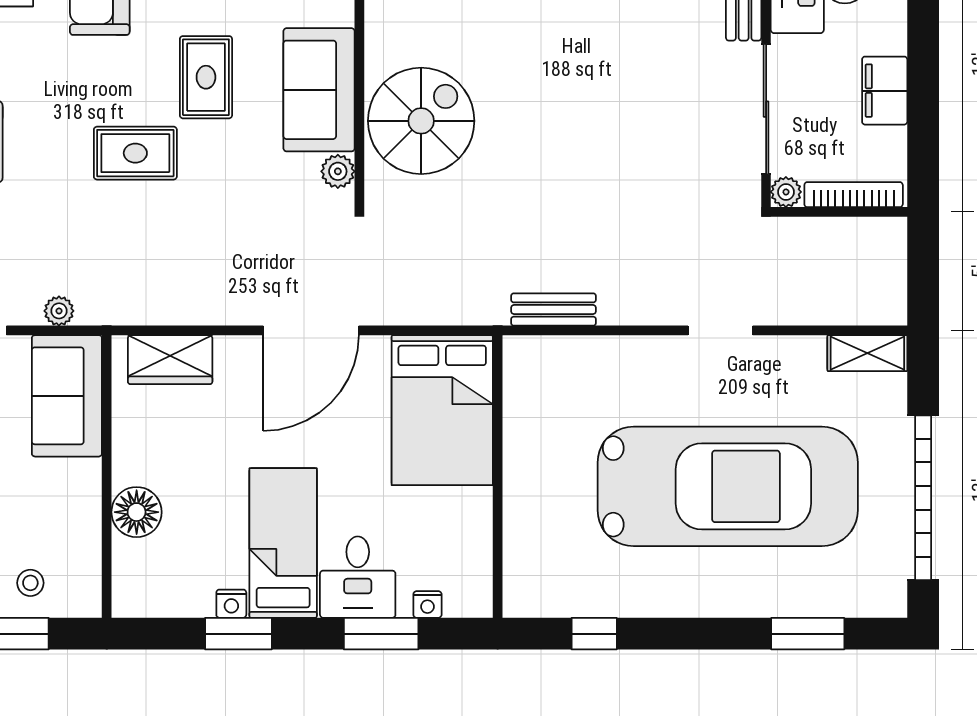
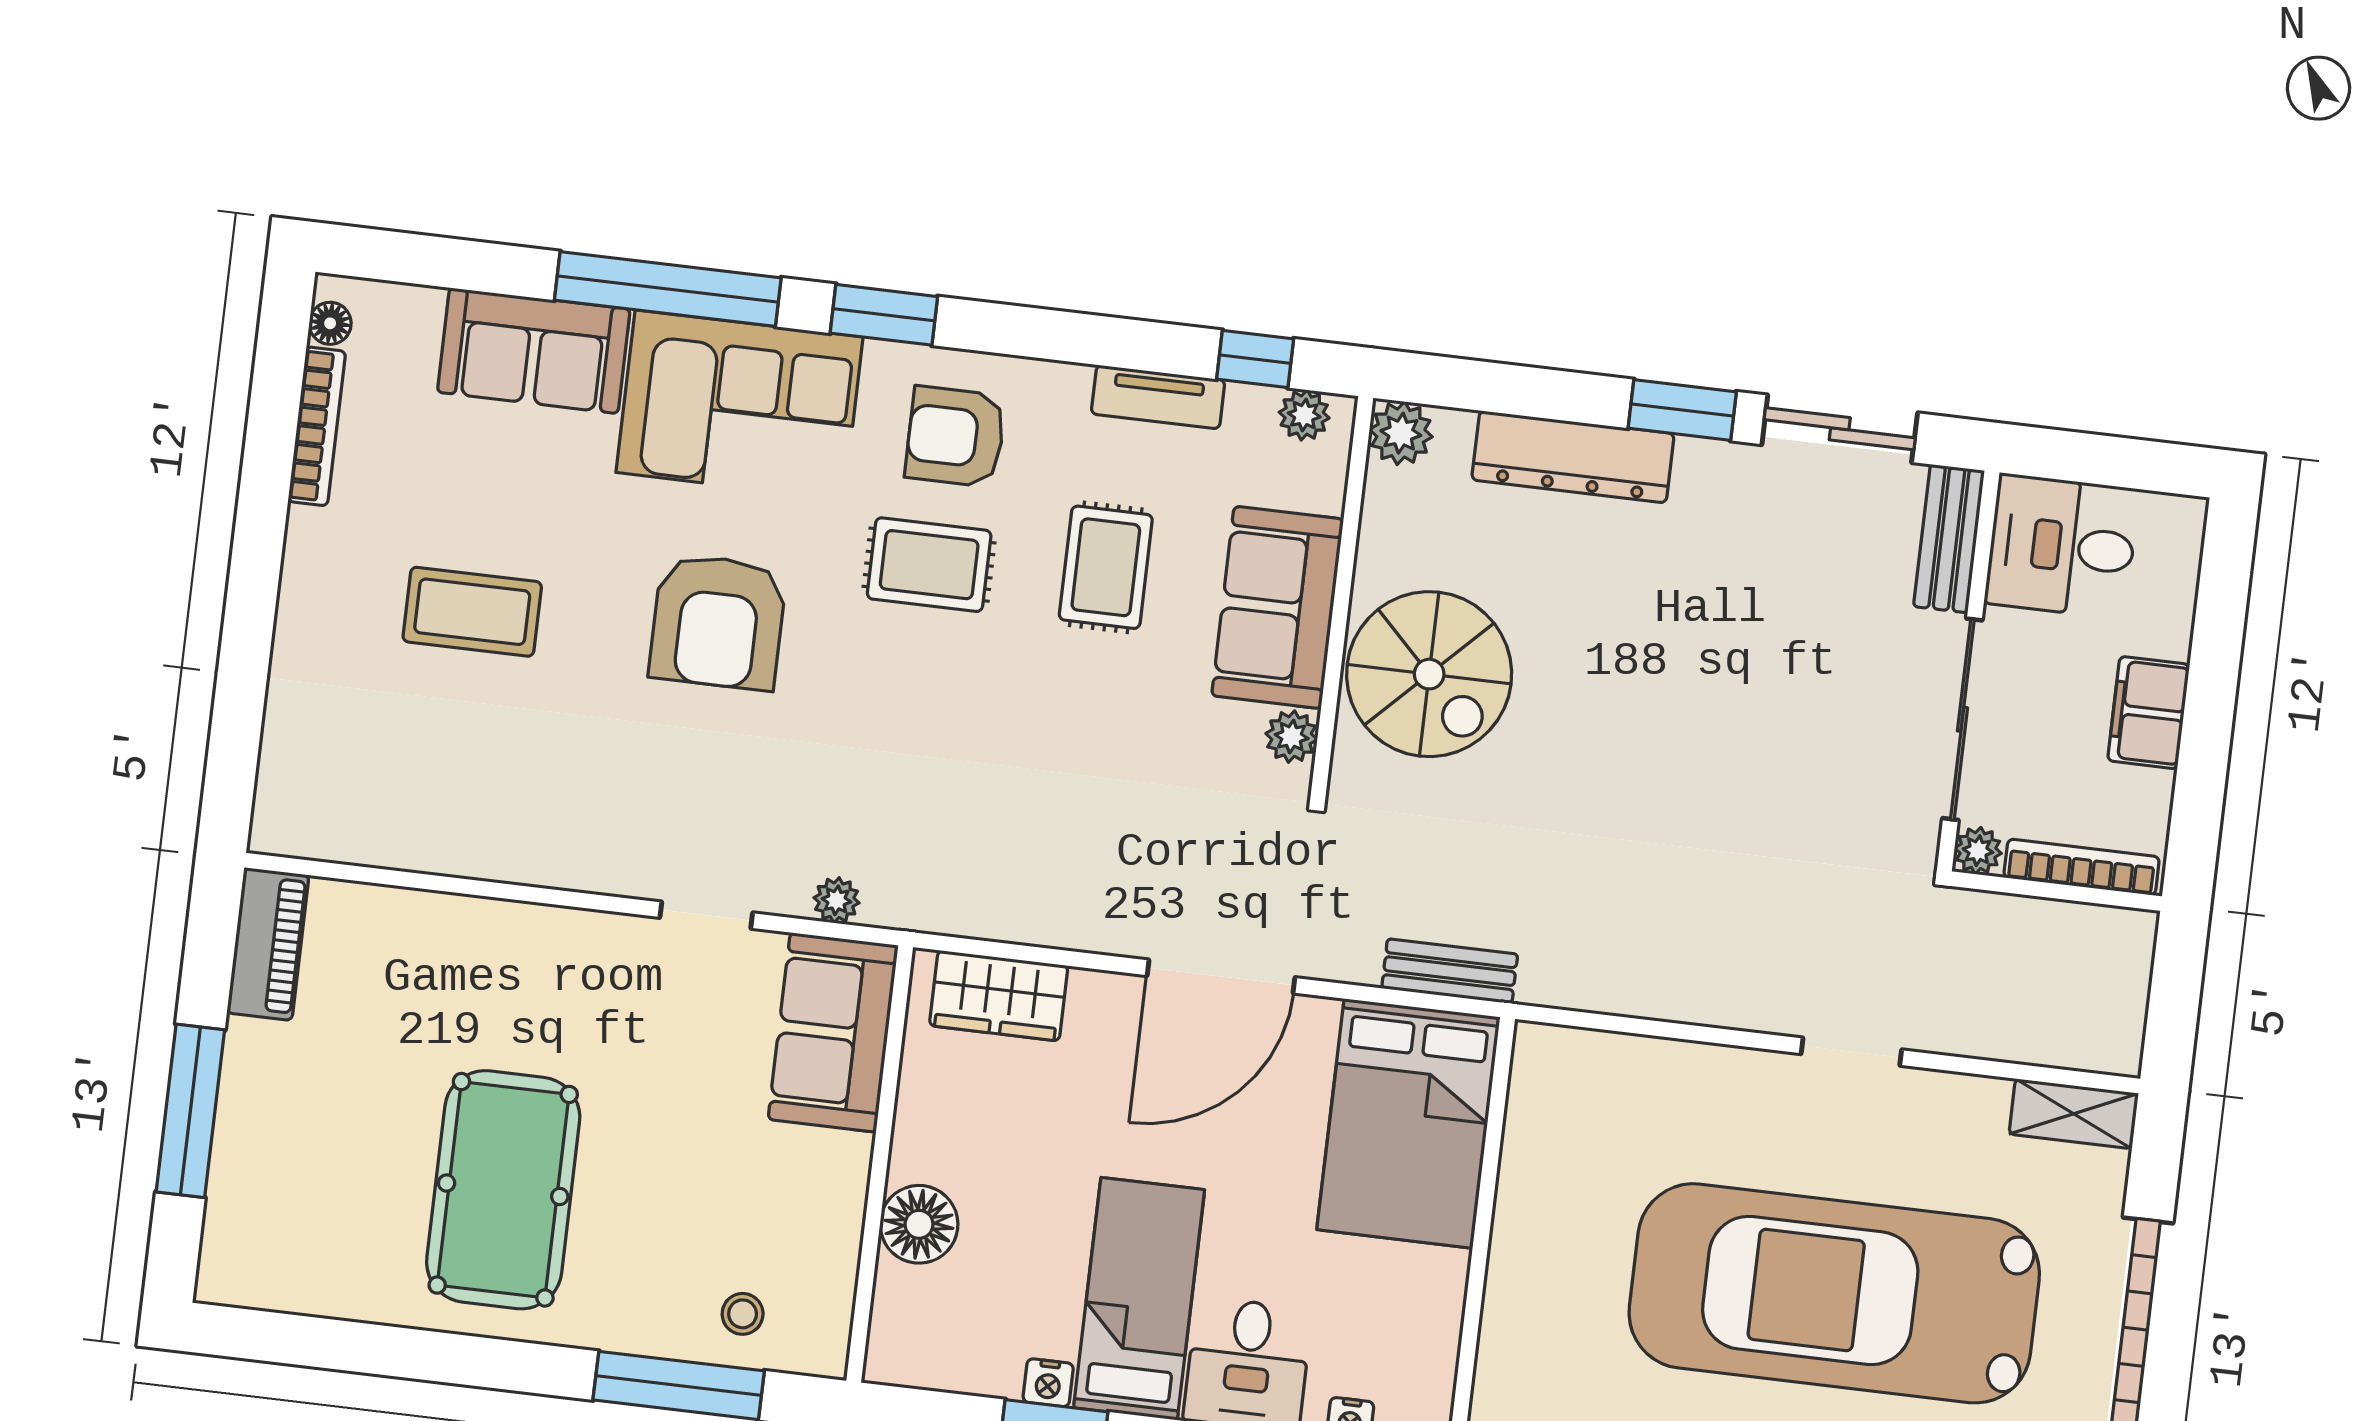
spiral stairs: (421, 121) -> (1429, 674), turned 90
rug: (135, 153) -> (929, 565), moved
bench: (554, 310) -> (1450, 971), moved
car: (728, 486) -> (1834, 1293), turned 180

